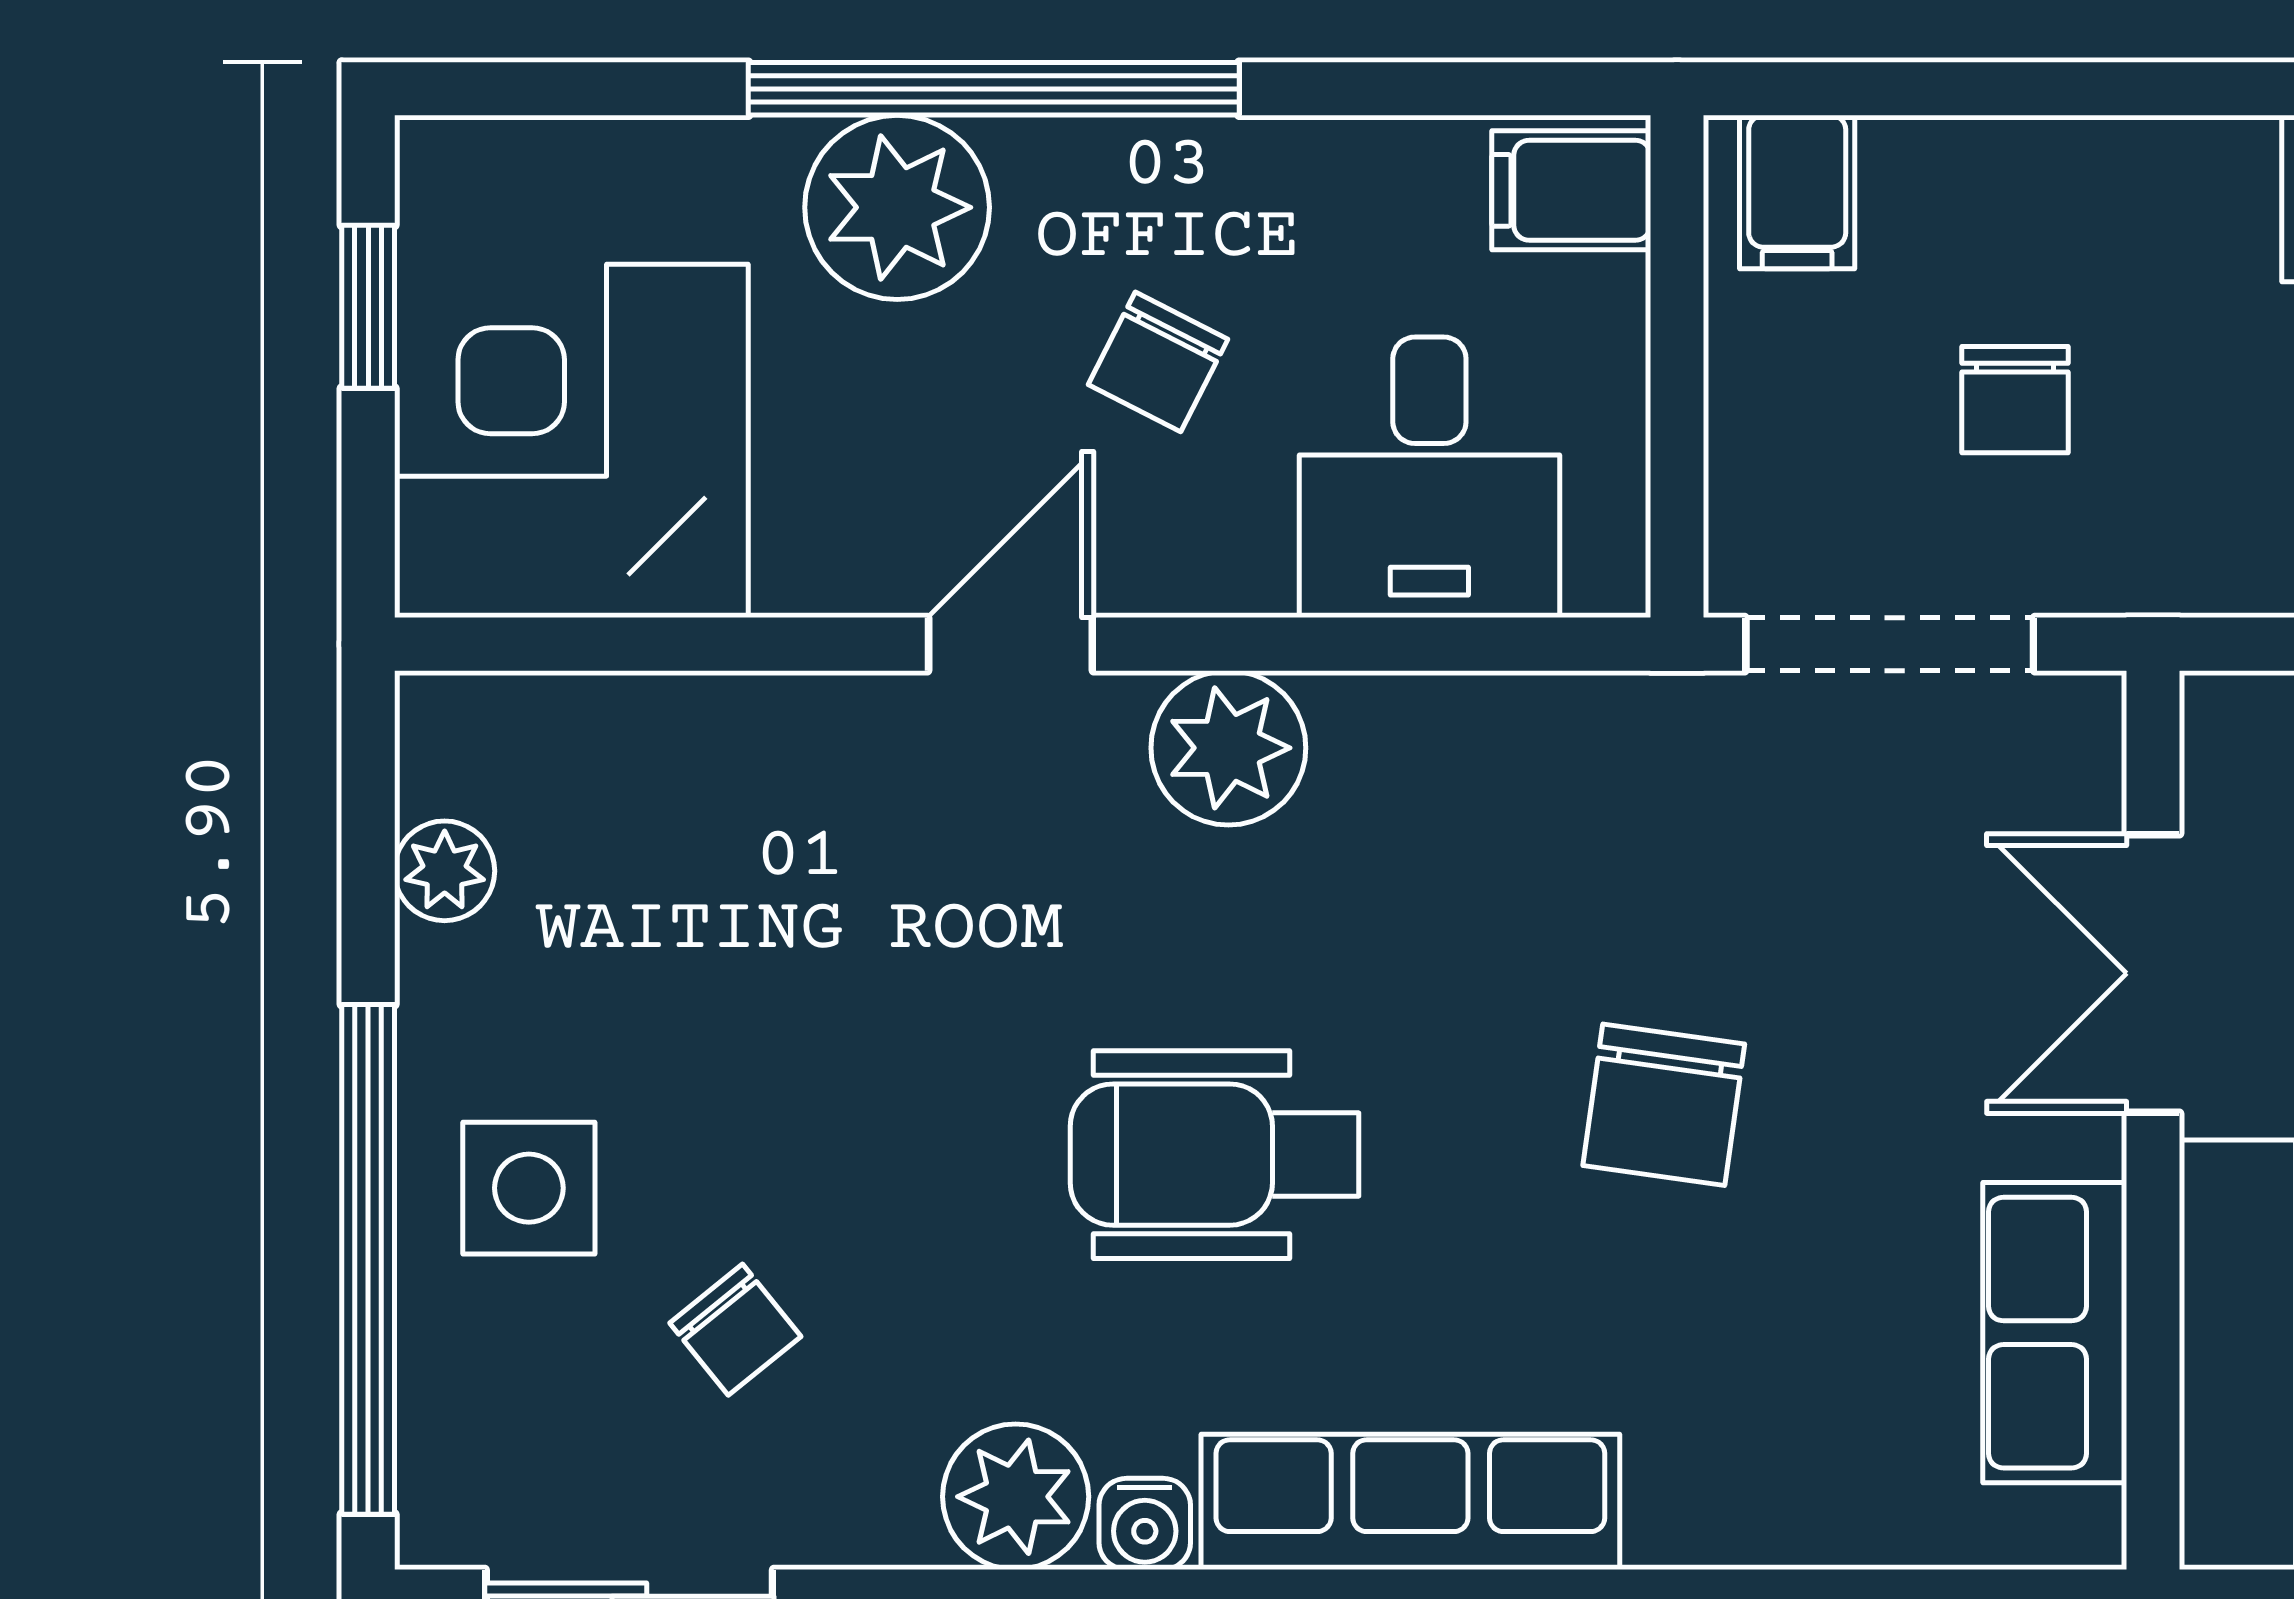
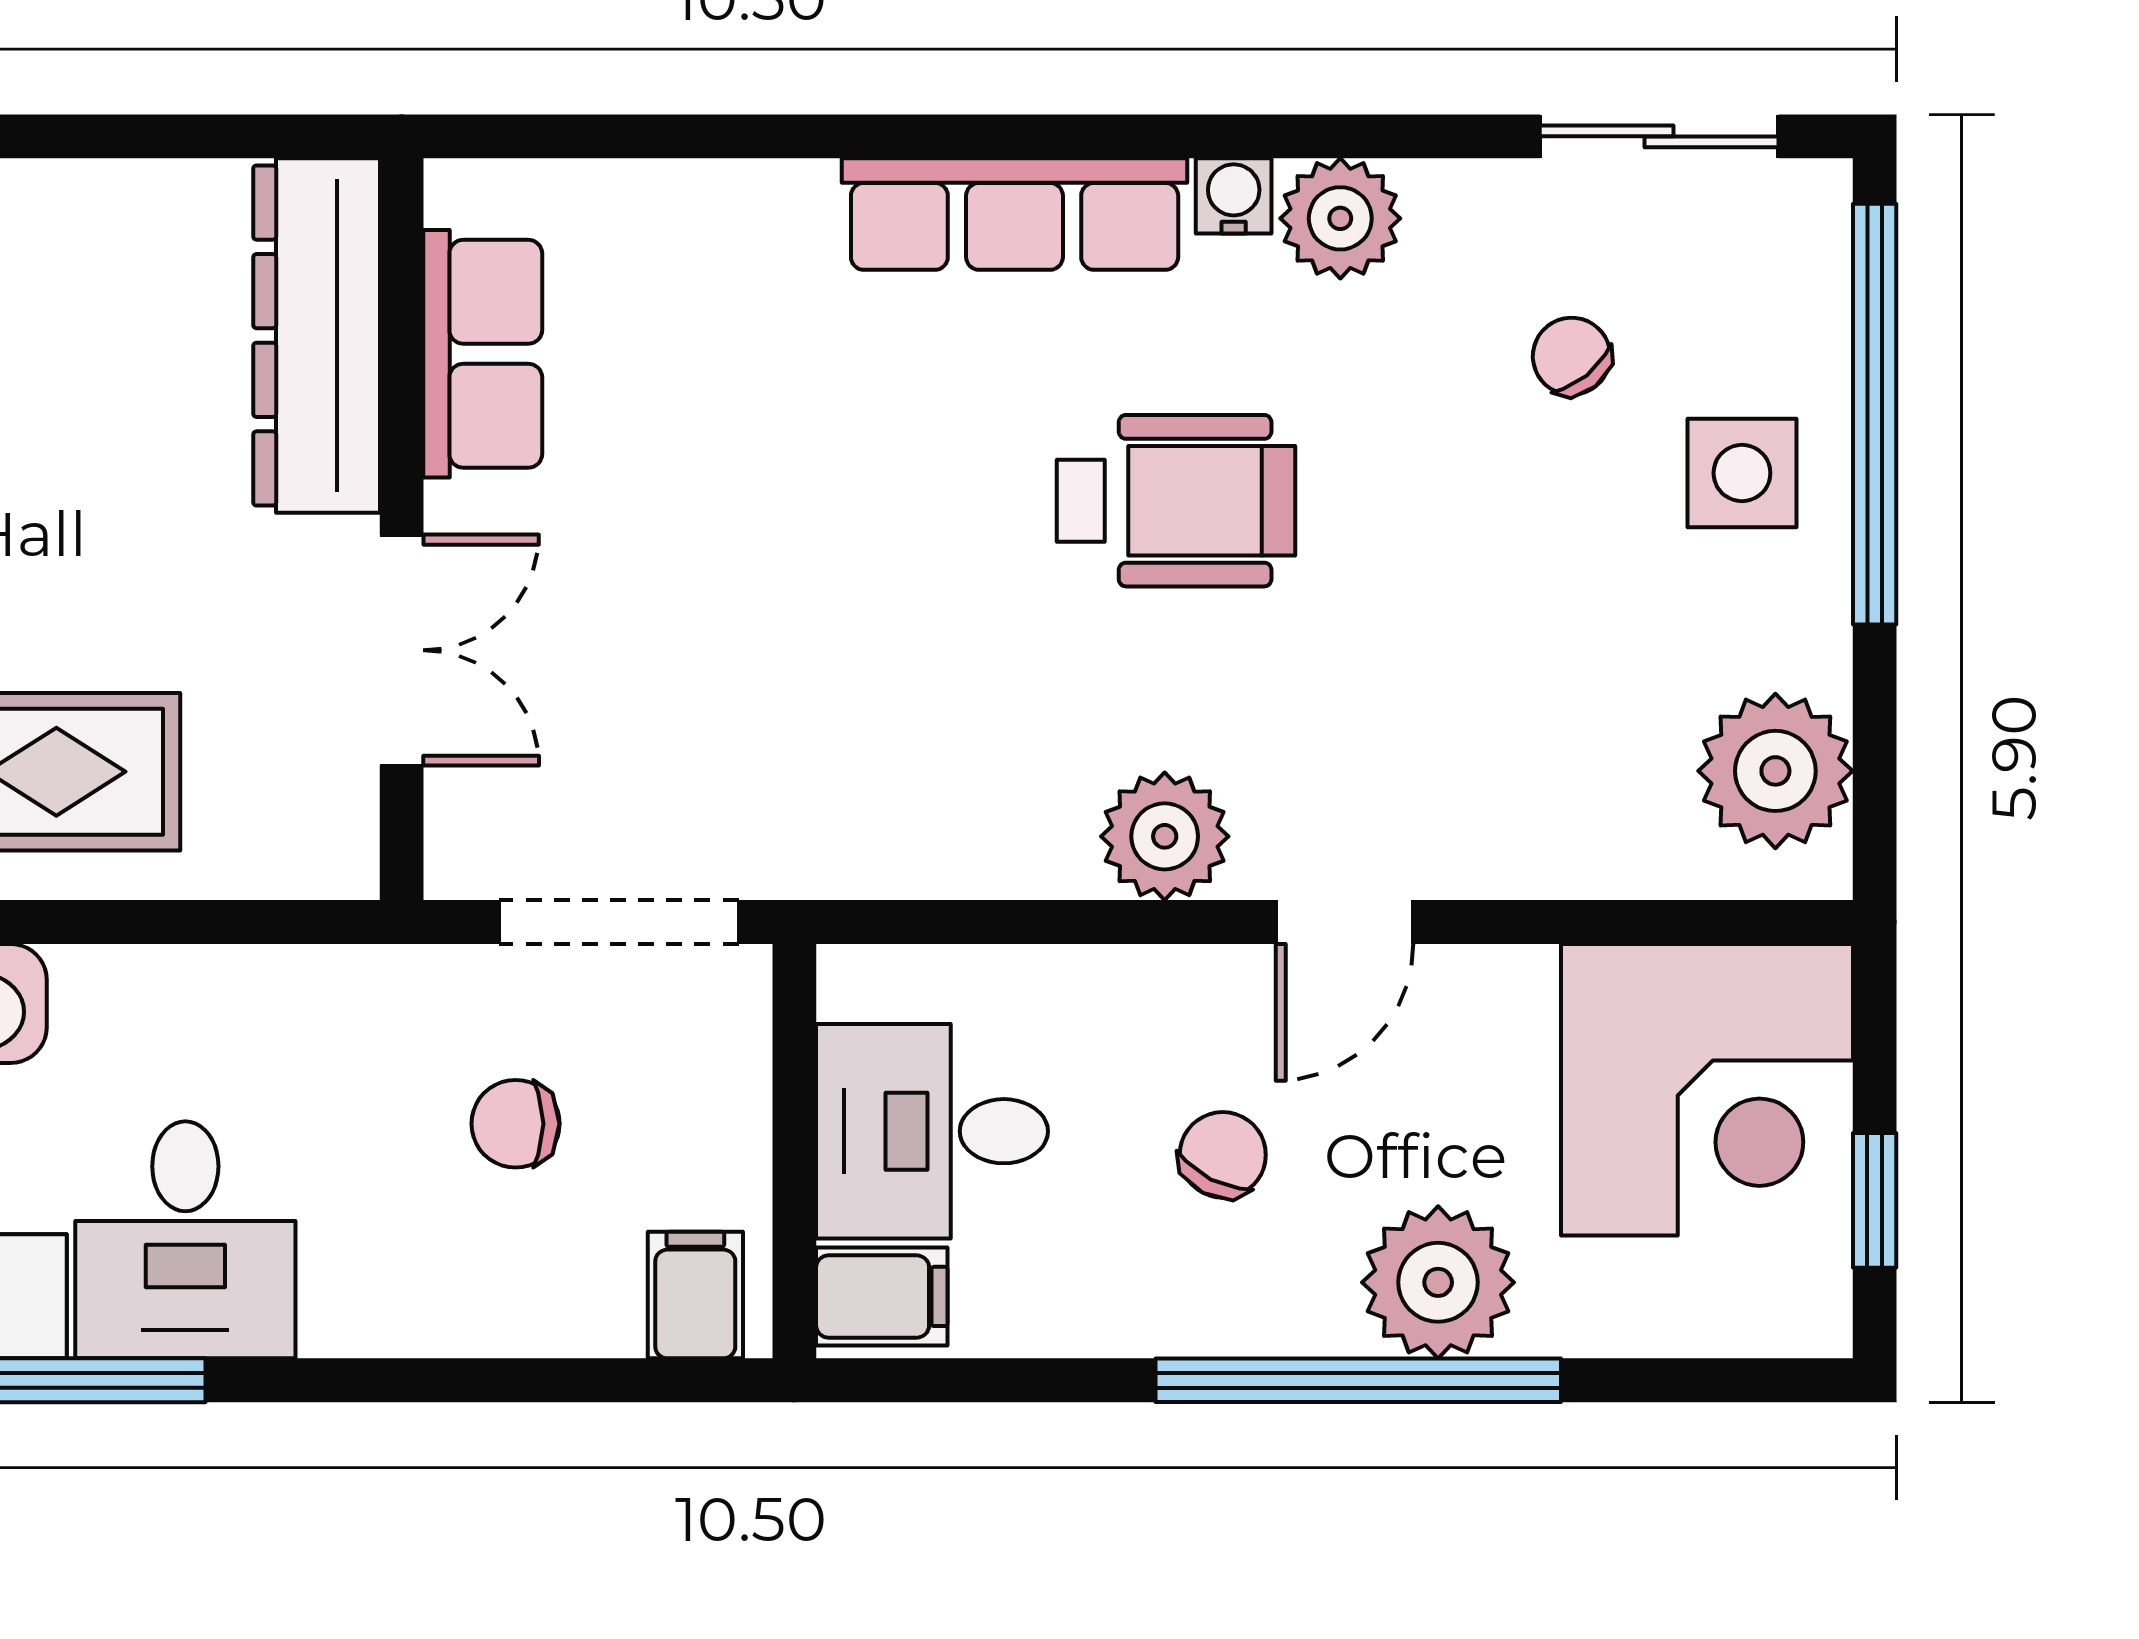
chair: (2015, 400) -> (516, 1124), turned -90
desk: (1429, 477) -> (932, 1131), moved, turned -90
plant: (445, 871) -> (1775, 771), width x1.88, depth x1.88
chair: (1664, 1105) -> (805, 542), removed

